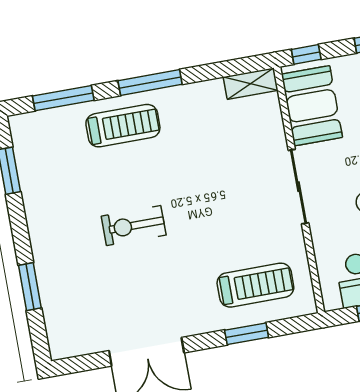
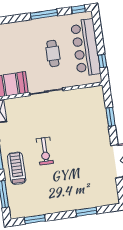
exercise bike: (134, 226) -> (45, 151), moved
treadmill: (255, 285) -> (89, 112), removed

